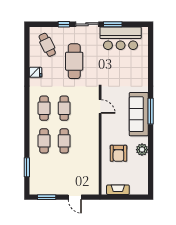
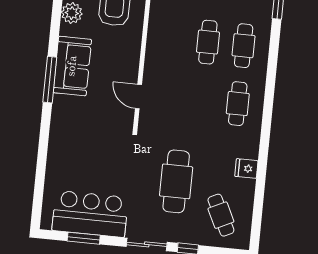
window: (113, 24) -> (84, 238), moved
cafe table: (64, 108) -> (202, 100), removed
sofa: (139, 114) -> (72, 66), width x0.73

